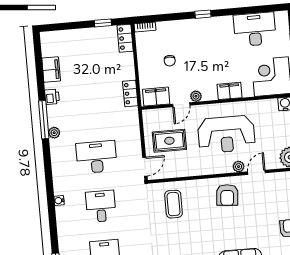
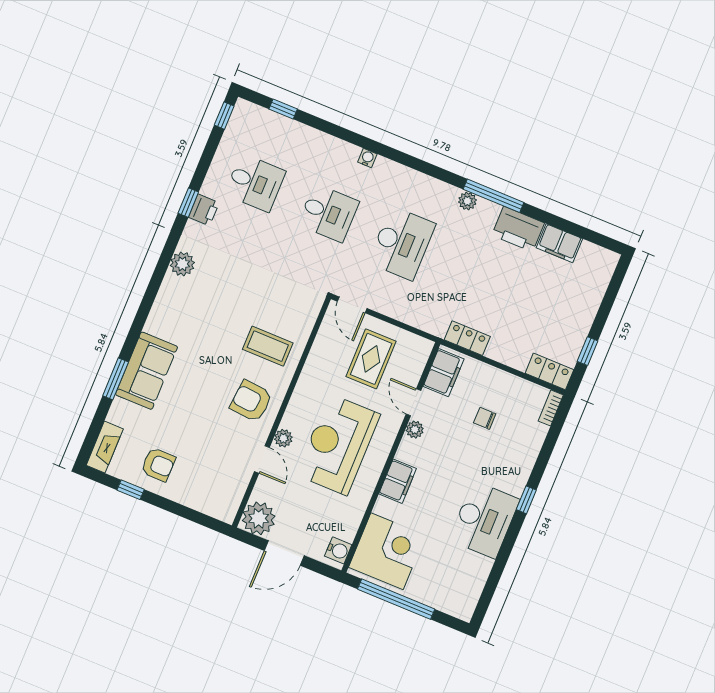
desk: (255, 29) -> (484, 520), moved
printer: (52, 97) -> (518, 229), width x1.87, depth x1.48
coffee table: (174, 204) -> (268, 346), moved

